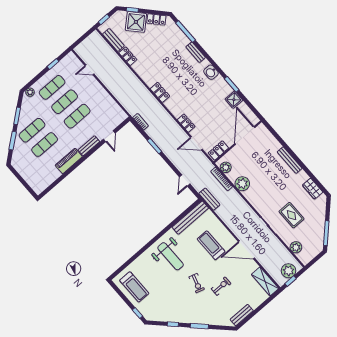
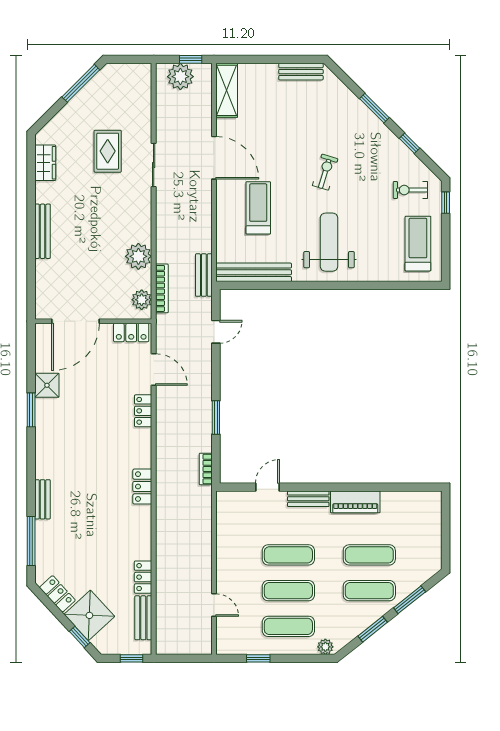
washbasin: (211, 72) -> (45, 452), removed
treadmill: (211, 245) -> (258, 208), turned 180
plant: (296, 247) -> (141, 100), removed
exercise bike: (221, 286) -> (410, 190), moved

